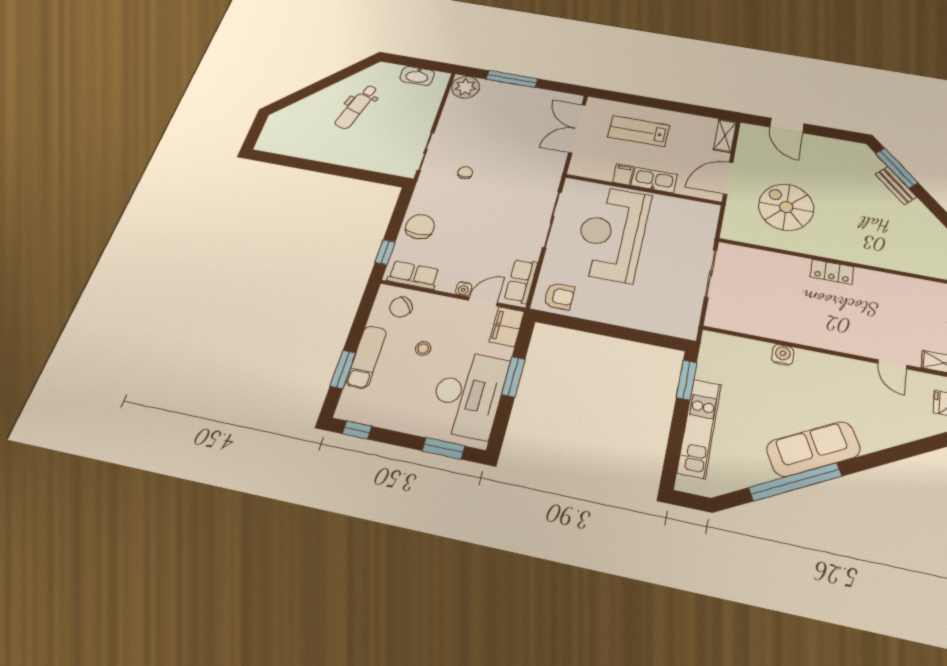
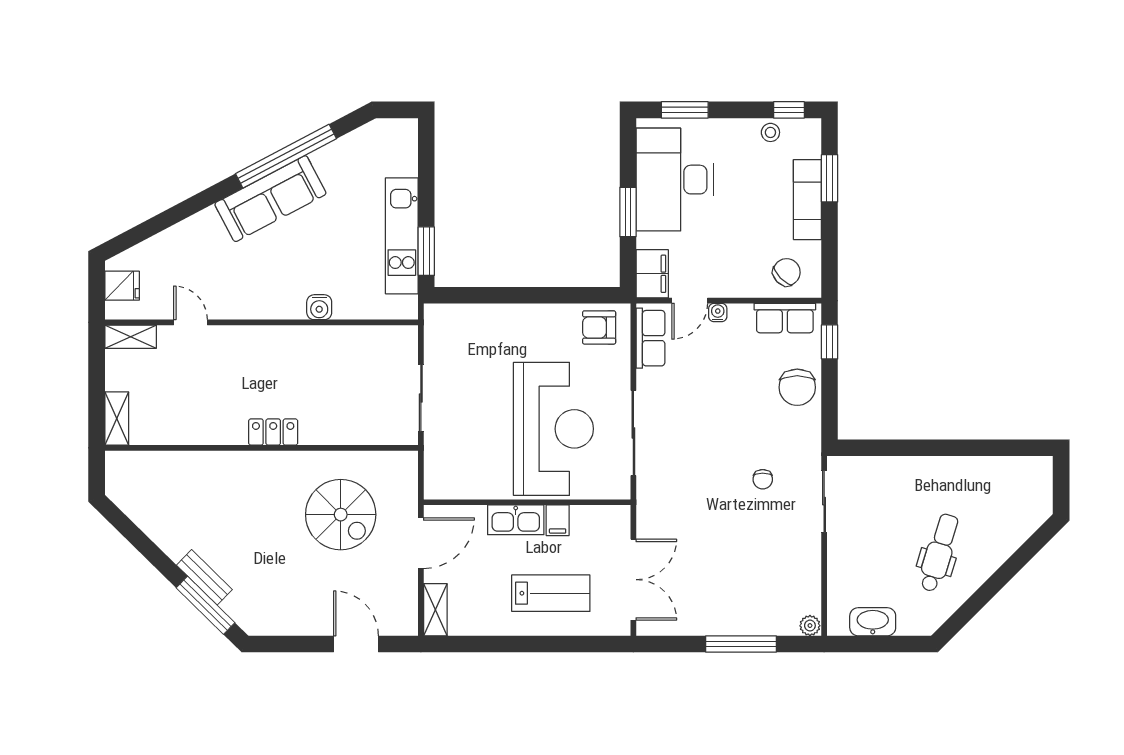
plant: (465, 87) -> (810, 626), width x0.53, depth x0.53
stool: (423, 349) -> (770, 132), moved
kitchen unit: (699, 428) -> (402, 236), moved

